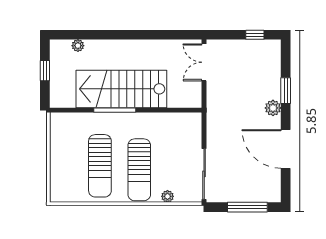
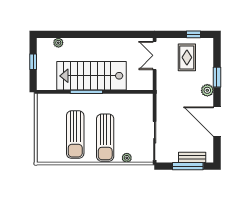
rug: (246, 65) -> (187, 57), added
bench: (253, 196) -> (192, 157), added

